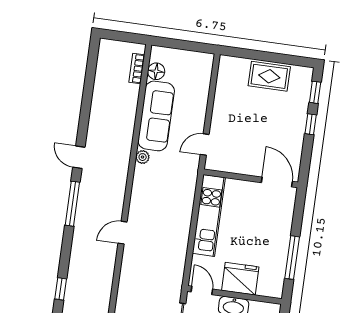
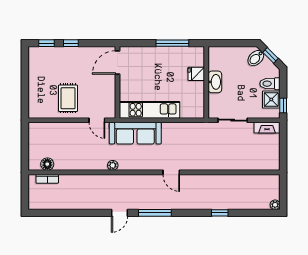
rug: (269, 76) -> (68, 98), moved
sofa: (156, 116) -> (135, 133), moved, turned 180
fridge: (240, 279) -> (196, 74), width x0.53, depth x0.75
door: (202, 290) -> (206, 107), removed

